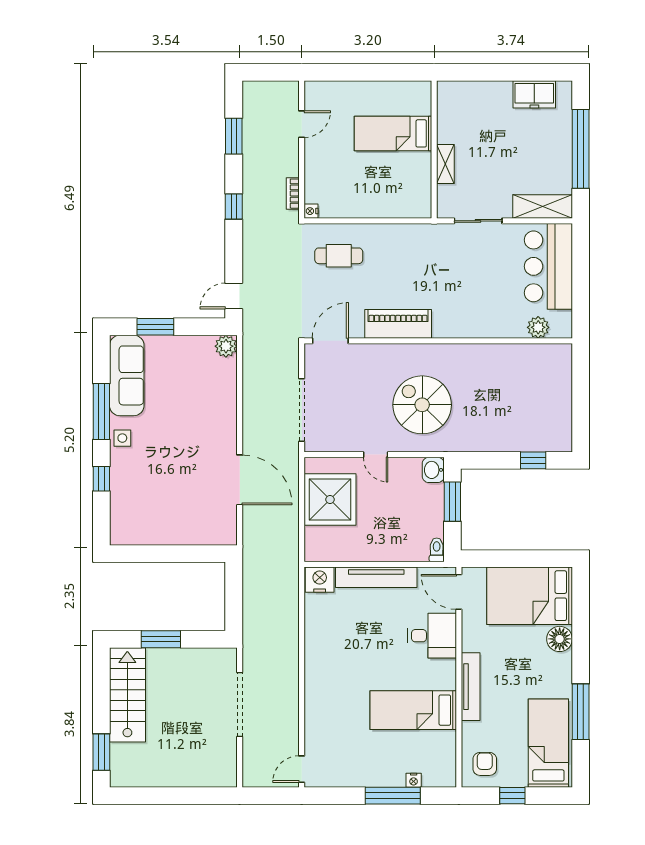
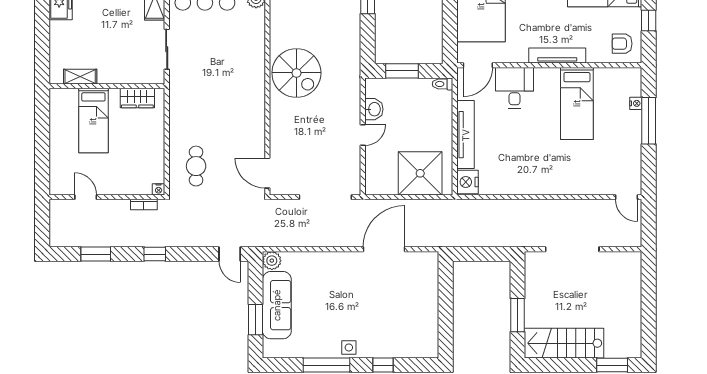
shelving: (445, 164) -> (80, 77), moved
wardrobe: (420, 186) -> (137, 98), added
piano: (398, 324) -> (253, 116), removed
sofa: (127, 375) -> (277, 305), moved, turned 90
spiral stairs: (422, 405) -> (296, 73), moved, turned -90
washbasin: (433, 470) -> (374, 109), moved, turned -90
shower: (330, 499) -> (420, 173), moved

